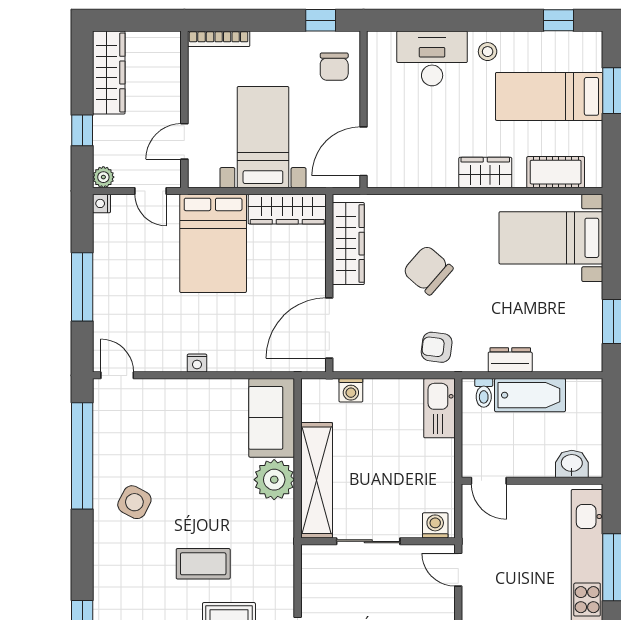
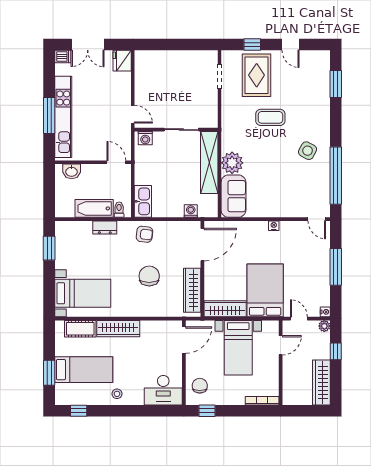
desk: (432, 58) -> (163, 390), moved
wardrobe: (485, 172) -> (118, 329), width x1.50
chair: (428, 270) -> (149, 276), turned -131

